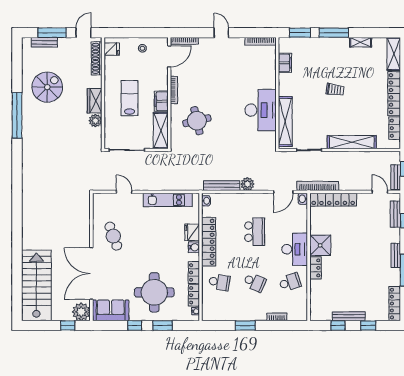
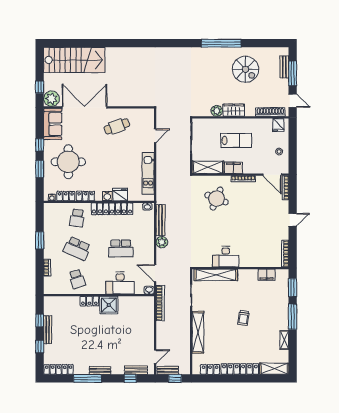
desk: (261, 110) -> (226, 257), width x0.73, depth x0.77
round table: (197, 121) -> (217, 199), turned 35
locker: (333, 200) -> (148, 316), removed
desk: (295, 249) -> (120, 283), moved
school desk: (255, 282) -> (77, 248), width x1.85

